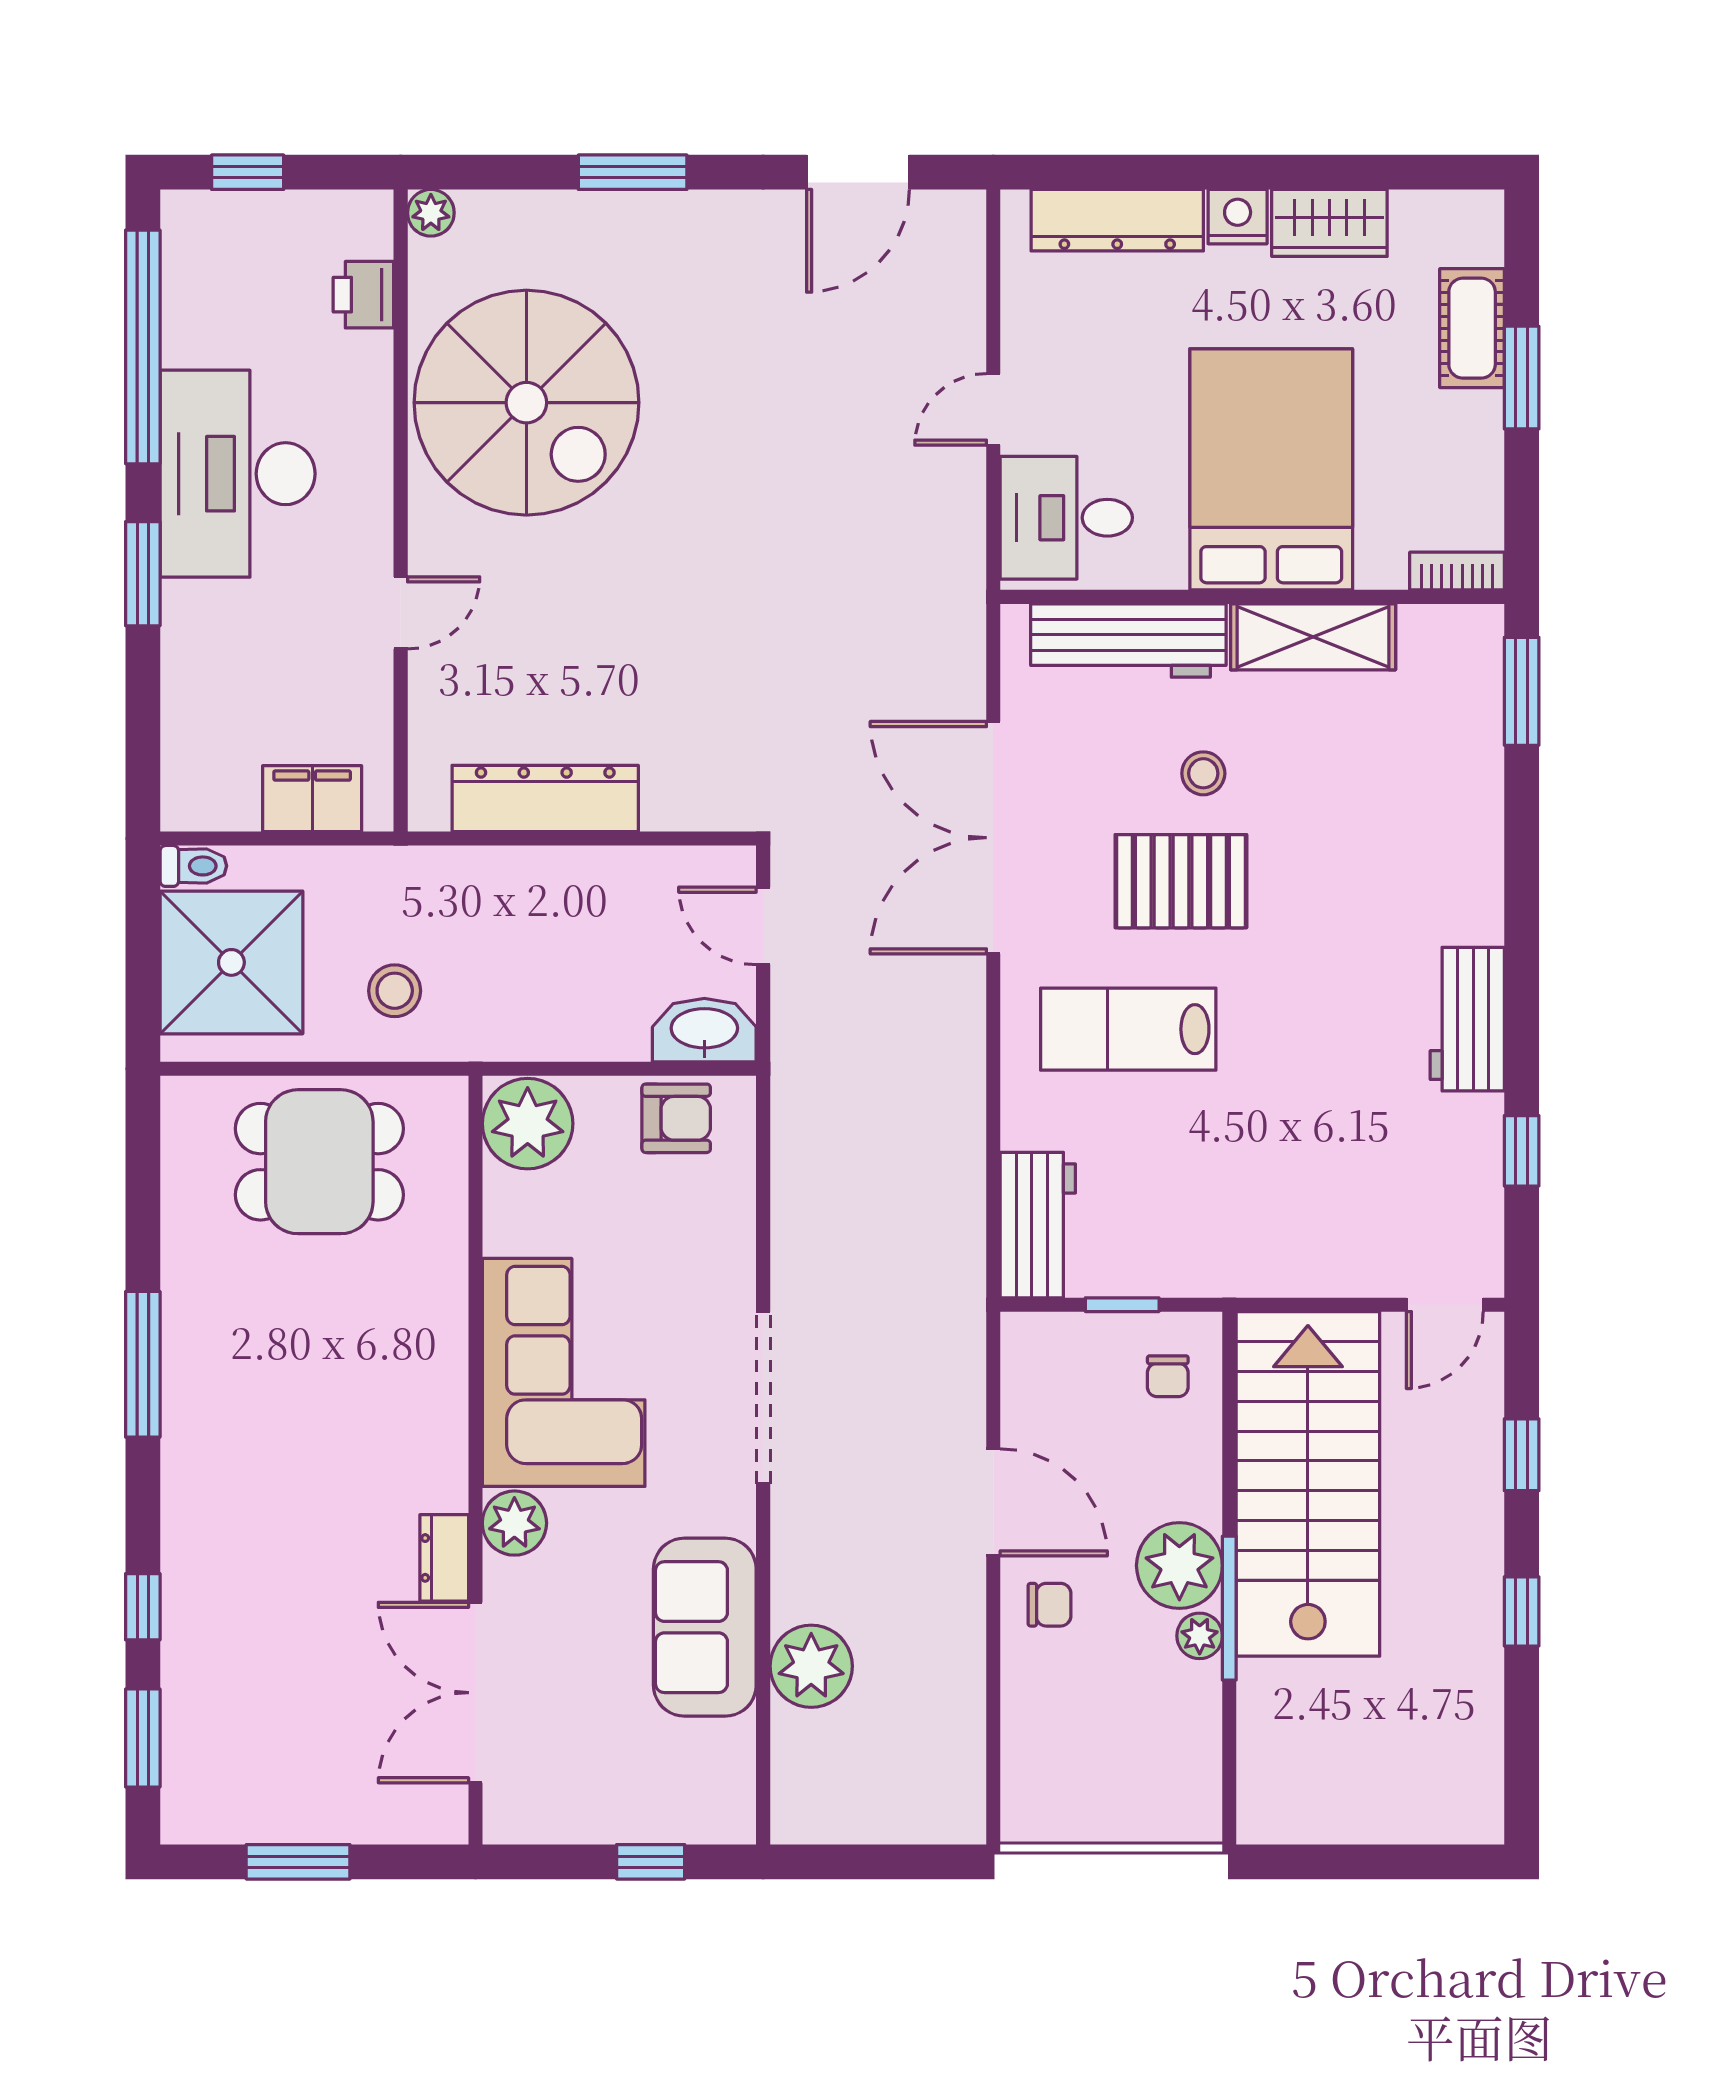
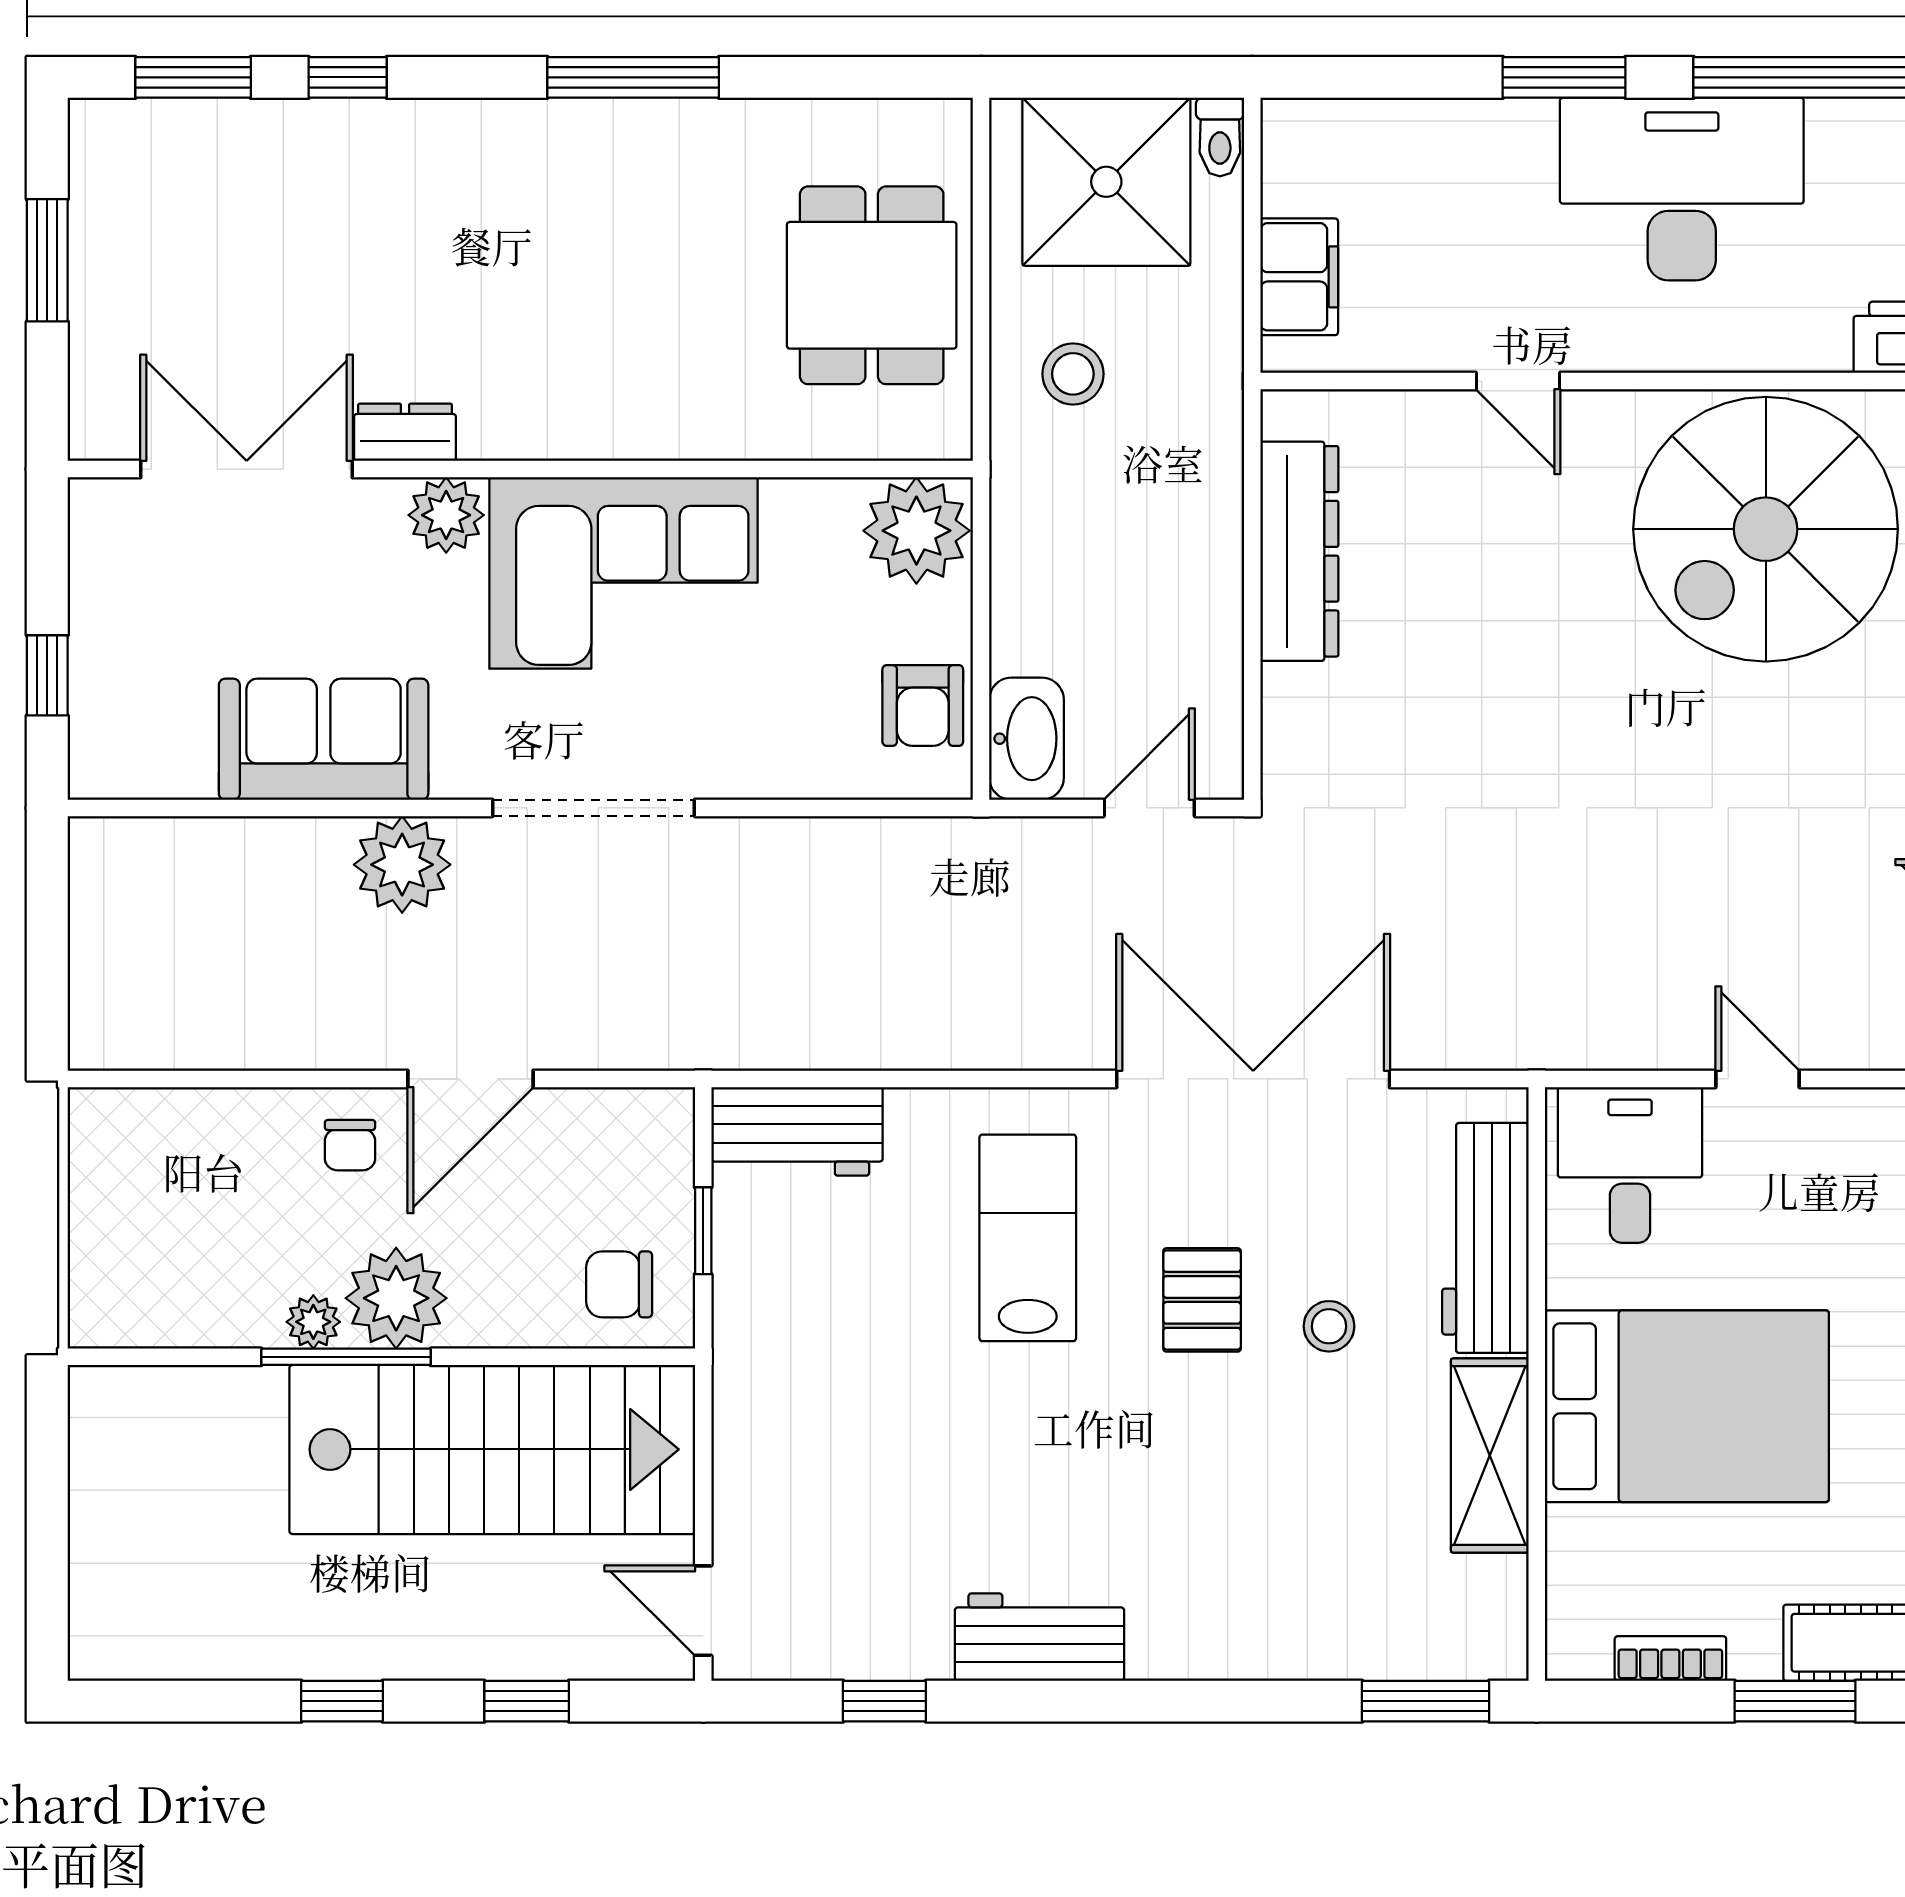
bookcase: (1457, 571) -> (1670, 1658), moved, turned -90
pallet: (1181, 881) -> (1202, 1300), width x0.67, depth x0.71
chair: (1168, 1376) -> (619, 1284), width x1.37, depth x1.37
plant: (811, 1666) -> (402, 865), moved

